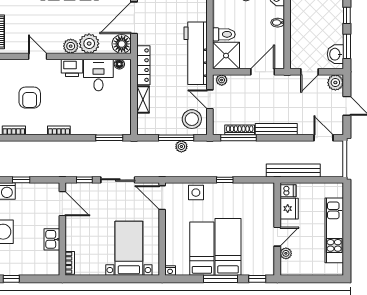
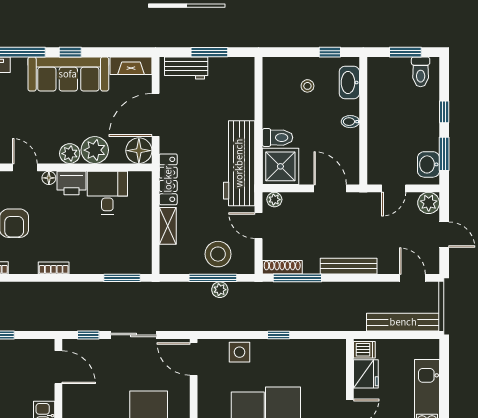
floor lamp: (119, 64) -> (49, 178), moved
door: (263, 72) -> (330, 188), hinge flipped
stool: (192, 119) -> (218, 254), moved
shoe rack: (240, 130) -> (282, 267), moved
bench: (293, 170) -> (403, 322), moved

